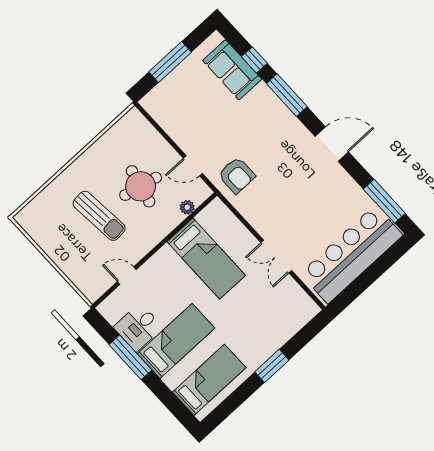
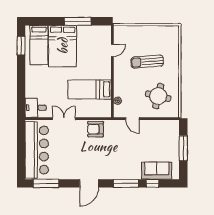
door: (193, 166) -> (132, 119), swing flipped
armchair: (237, 175) -> (96, 129), moved
round table: (141, 186) -> (158, 96), moved
desk: (138, 327) -> (36, 108), moved, turned -90
bed: (176, 341) -> (63, 46), width x1.50
window: (272, 366) -> (21, 46), moved

